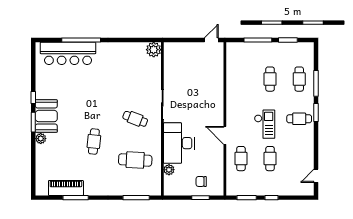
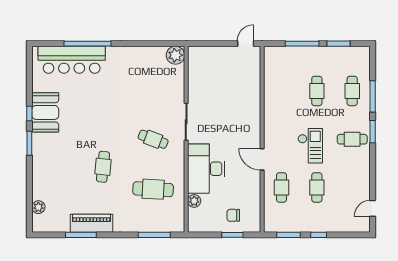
booth: (46, 116) -> (45, 112), moved
plant: (41, 139) -> (38, 207), moved
piano: (66, 188) -> (91, 223), moved

